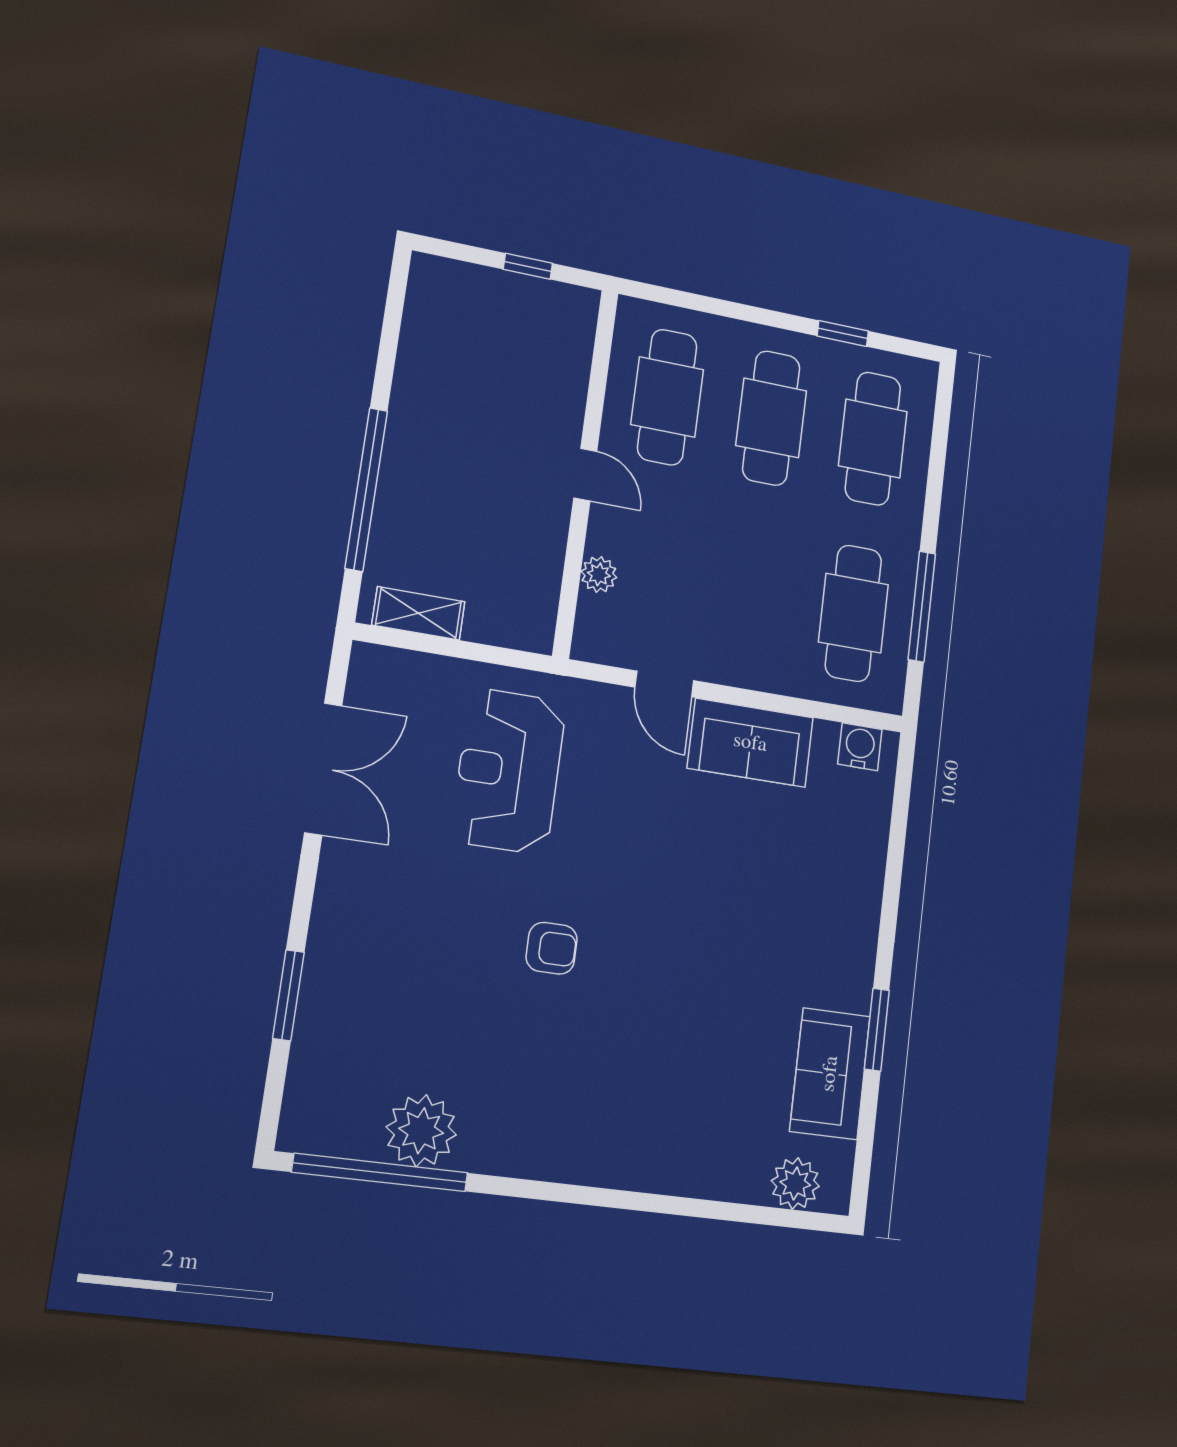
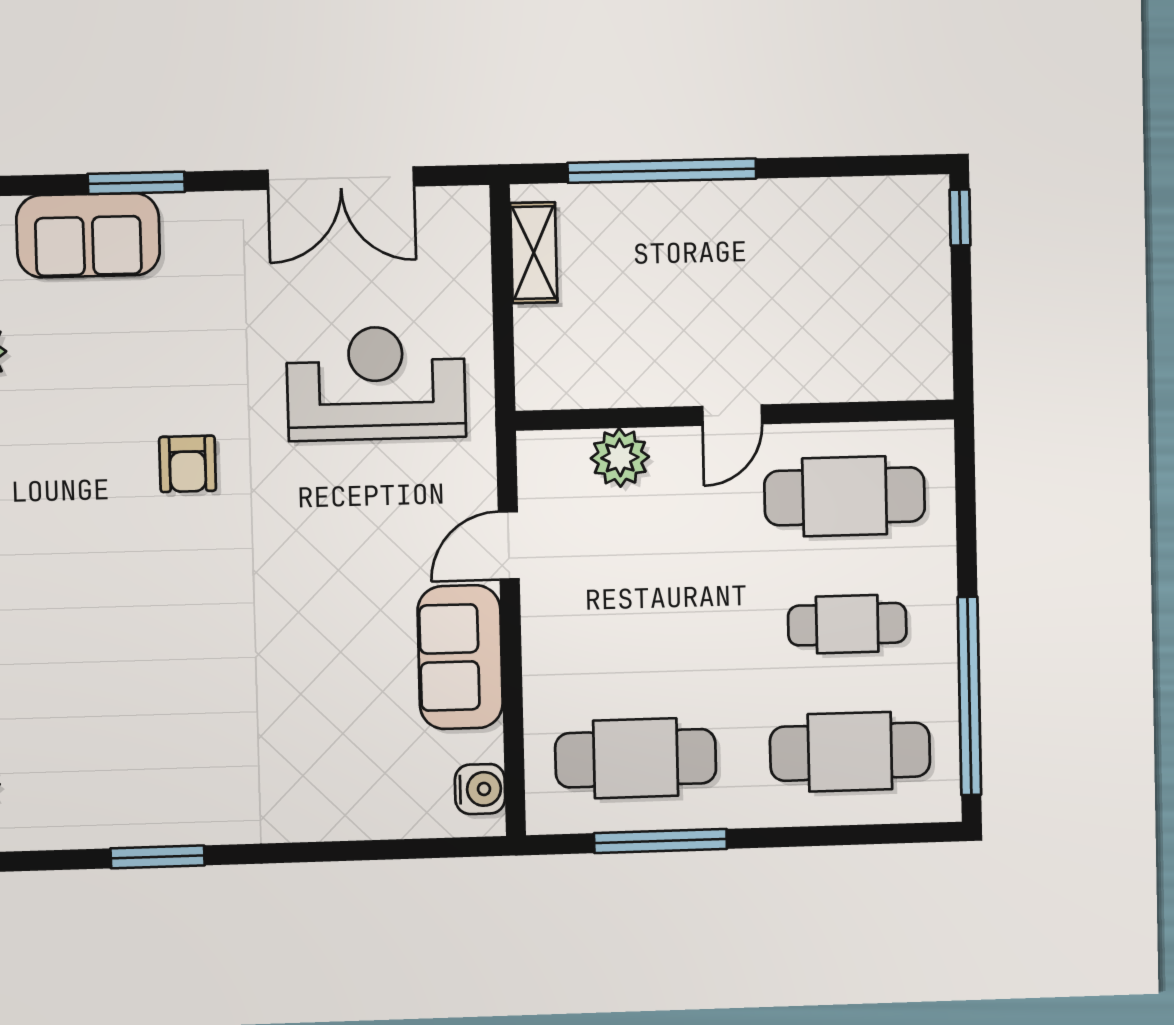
window: (528, 266) -> (960, 218), moved
window: (843, 333) -> (969, 696), width x3.17
cafe table: (771, 418) -> (847, 624), width x0.73, depth x0.74
plant: (599, 574) -> (620, 458), width x1.38, depth x1.38
window: (288, 995) -> (136, 183), moved
sofa: (830, 1074) -> (88, 235), moved, turned 180

